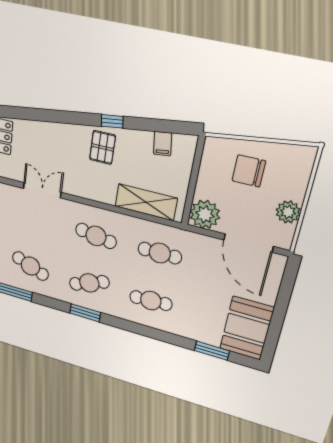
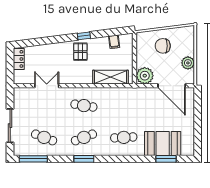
cafe table: (160, 253) -> (124, 106), removed
booth: (247, 328) -> (163, 143), moved, turned 90

